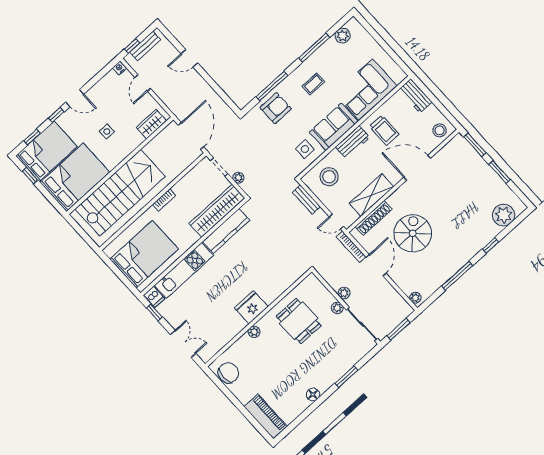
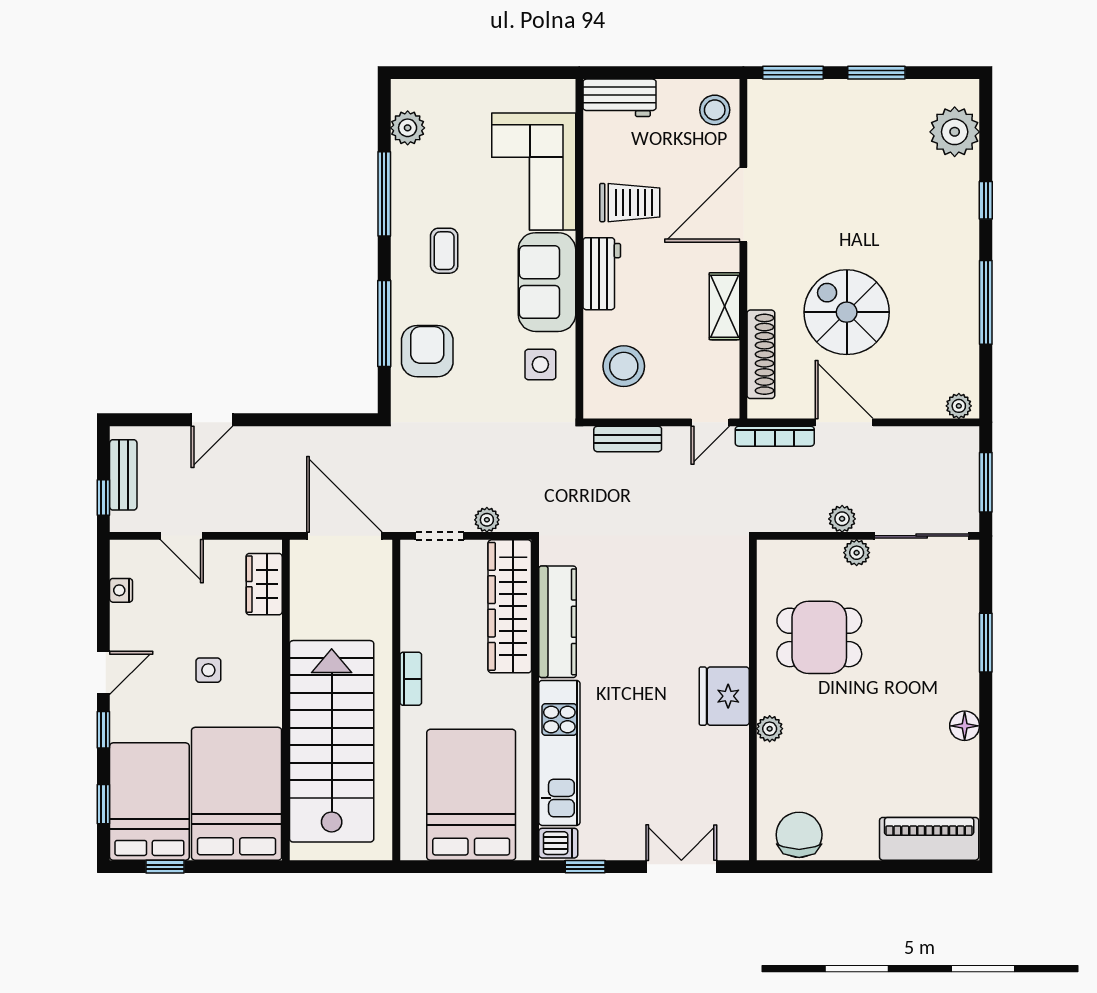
nightstand: (120, 68) -> (121, 590), moved
shelving: (371, 195) -> (724, 306), width x0.67, depth x0.75

